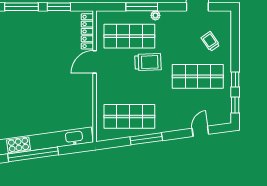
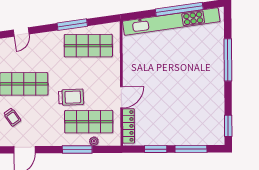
plant: (155, 15) -> (94, 141), moved
trolley: (148, 62) -> (71, 97), turned 180

